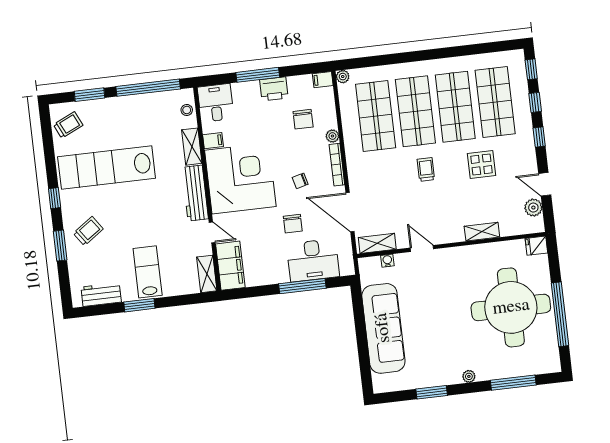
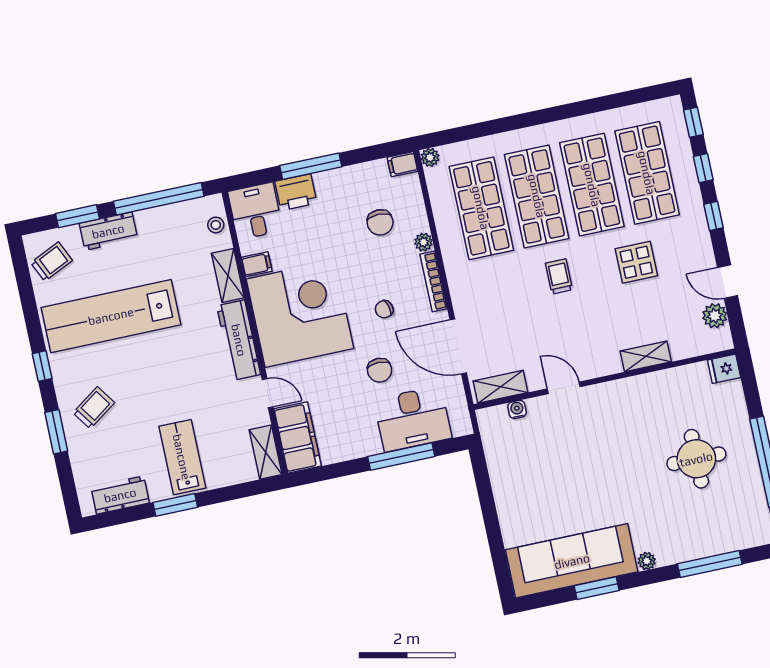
printer: (274, 89) -> (296, 192), moved
workbench: (110, 107) -> (108, 231), added
round table: (511, 307) -> (696, 459), width x0.54, depth x0.54
sofa: (383, 328) -> (572, 561), moved, turned -90

